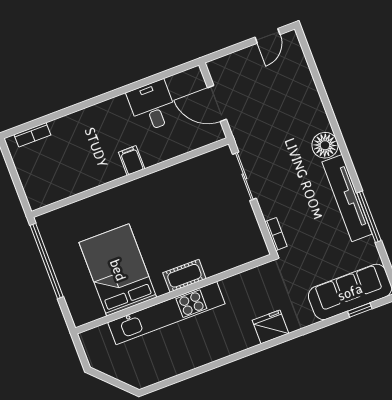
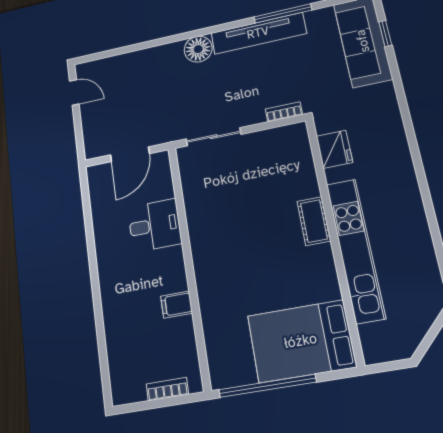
desk: (152, 106) -> (155, 225), moved, turned 180
bookcase: (32, 135) -> (167, 389), moved, turned -90
filing cabinet: (132, 160) -> (177, 305), moved
bed: (118, 270) -> (301, 341), moved
fridge: (270, 327) -> (334, 149), moved, turned 180

